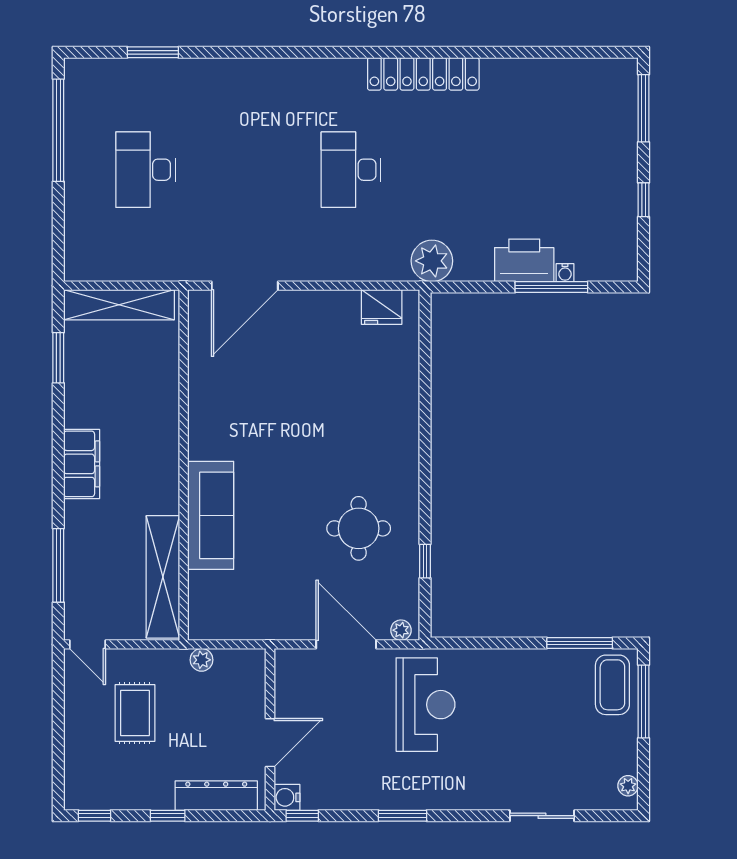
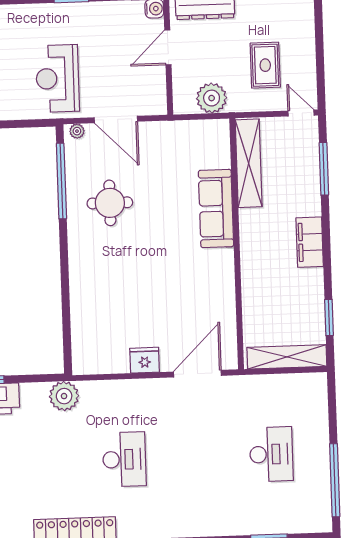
fridge: (382, 307) -> (145, 360), moved
window: (425, 561) -> (61, 181), width x3.17
plant: (202, 660) -> (212, 98), width x1.87, depth x1.87

